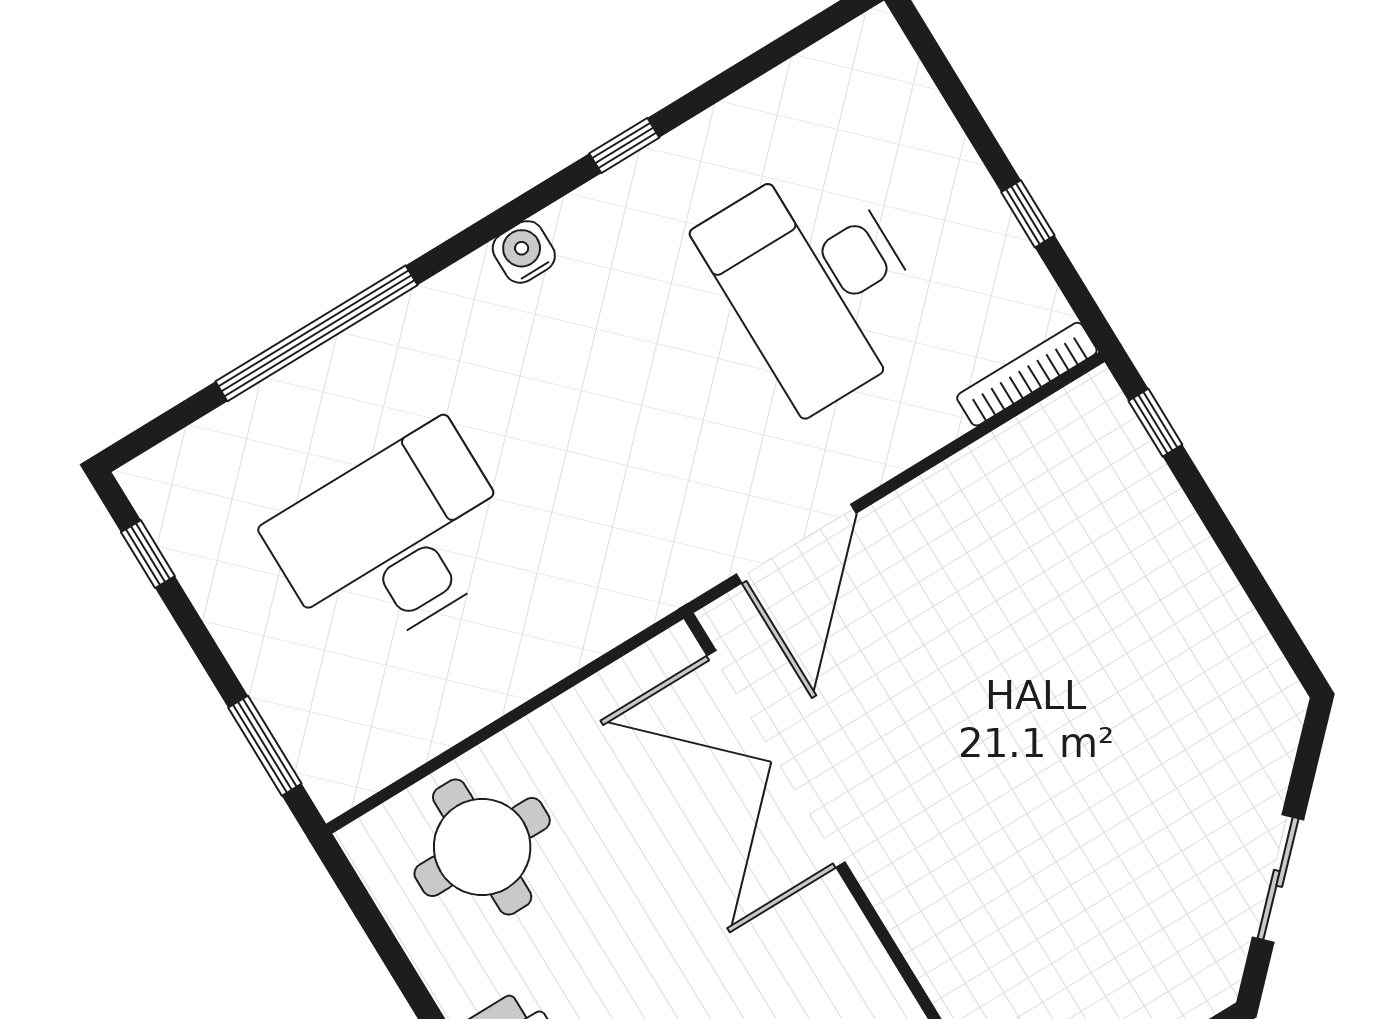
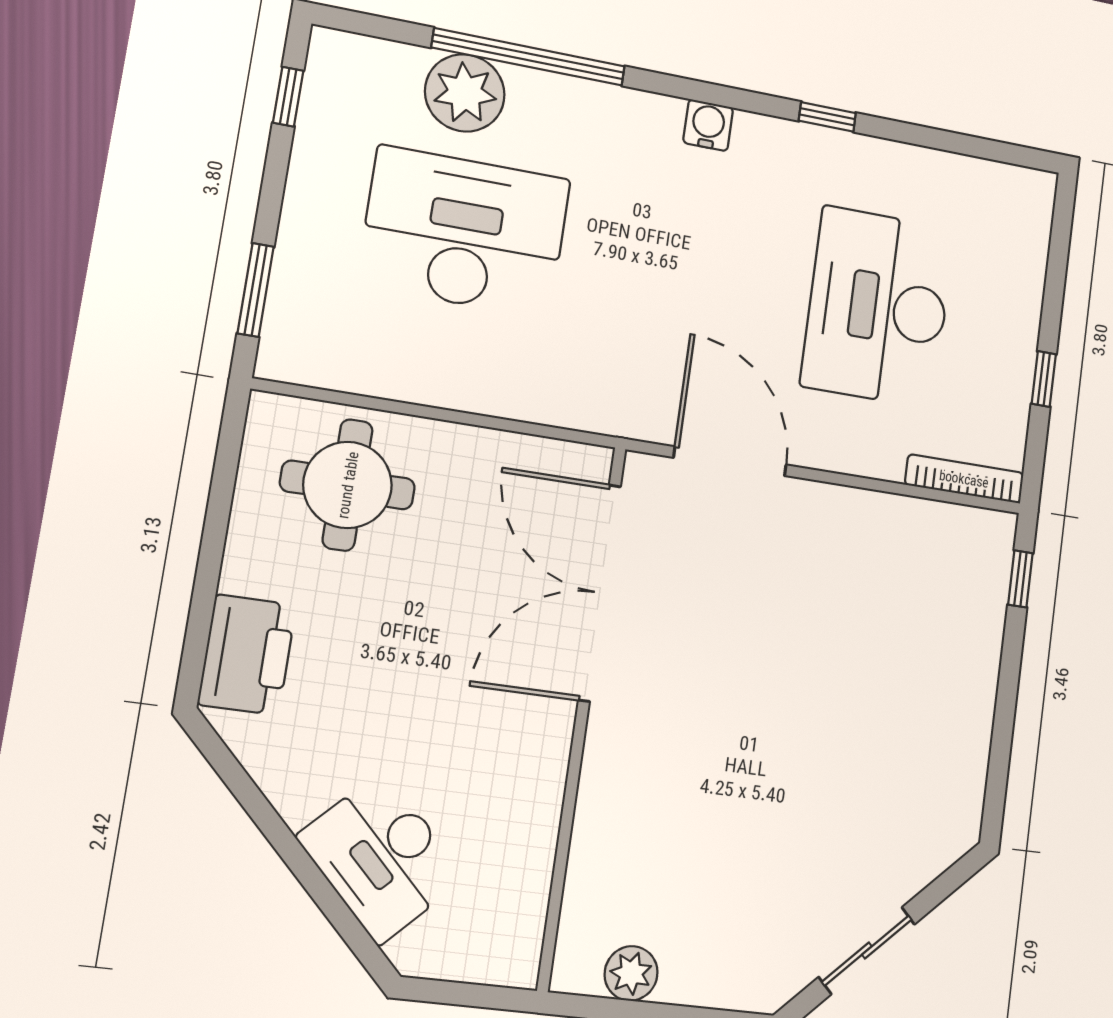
plant: (290, 416) -> (465, 93), added
door: (796, 544) -> (730, 461), swing flipped

